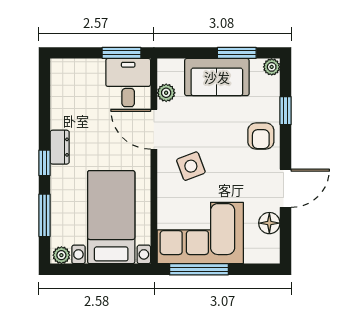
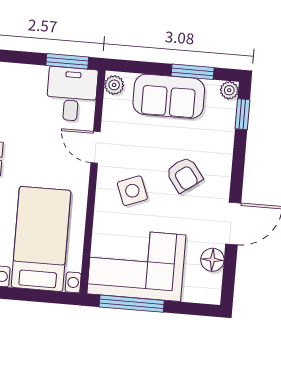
plant: (166, 93) -> (114, 85), moved
window: (286, 111) -> (242, 114), moved
door: (154, 129) -> (96, 147), width x0.73
armchair: (261, 136) -> (184, 175), moved, turned -36

